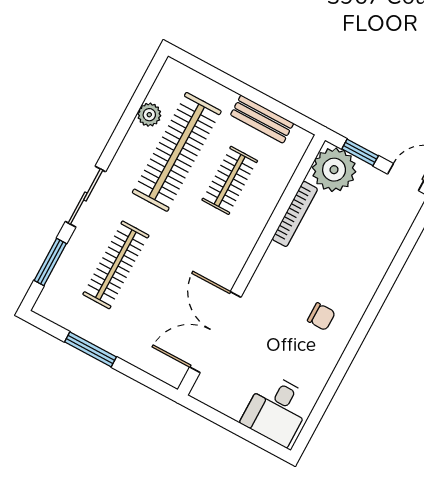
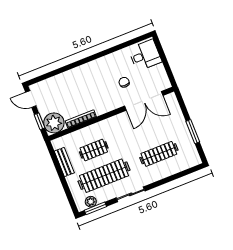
plant: (149, 115) -> (91, 202), moved
sliding door: (85, 197) -> (131, 194), moved
window: (50, 262) -> (95, 208), moved
chair: (321, 317) -> (124, 82), moved

